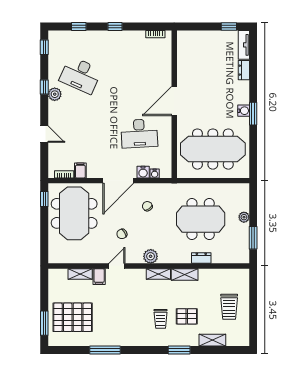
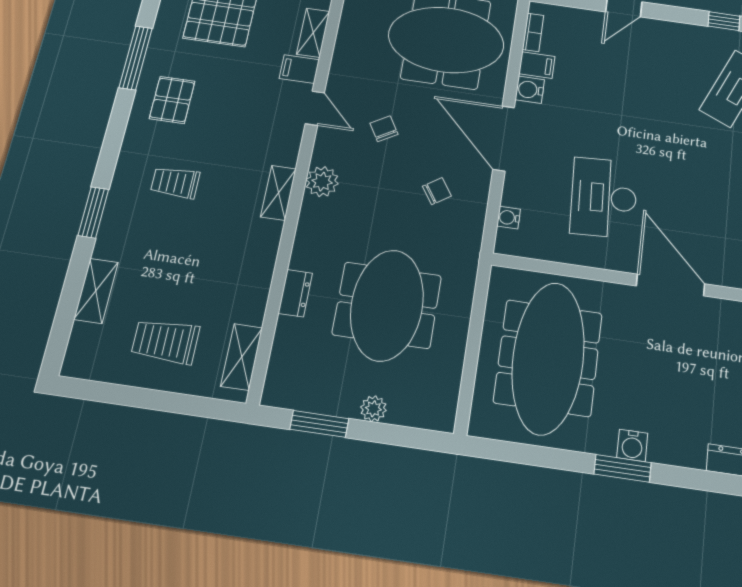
plant: (55, 94) -> (707, 39), removed
water cooler: (143, 172) -> (530, 90), moved
shelving: (185, 274) -> (242, 357), moved
pallet: (187, 316) -> (172, 100), moved

